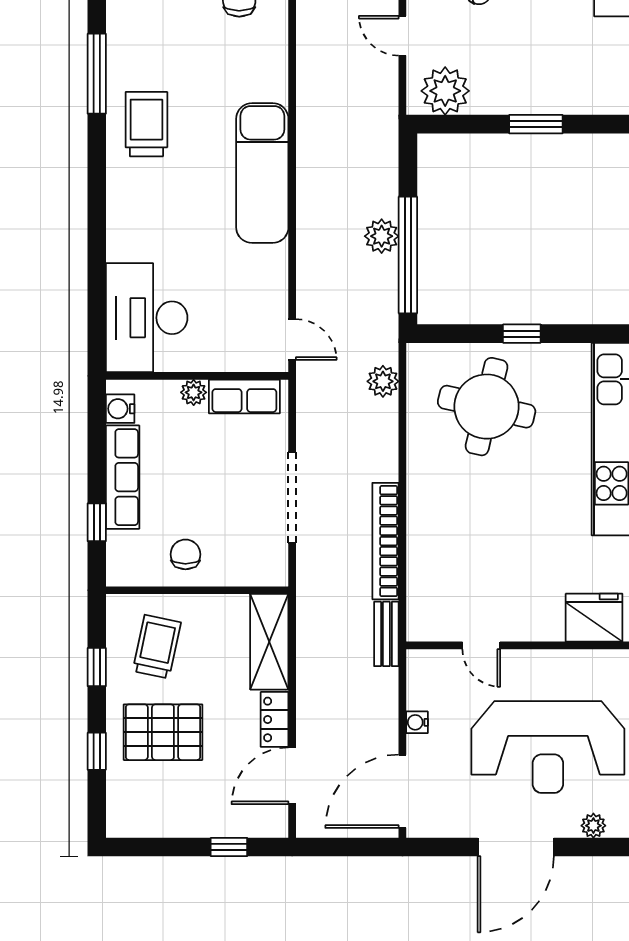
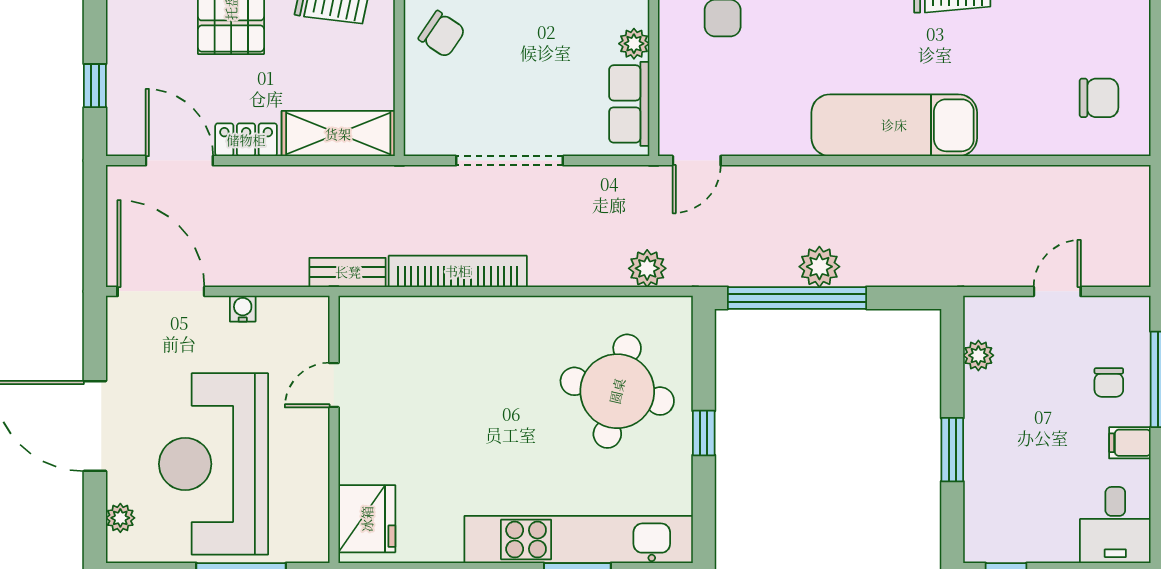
plant: (445, 91) -> (978, 355), width x0.53, depth x0.53
chair: (185, 554) -> (442, 34), turned 34

